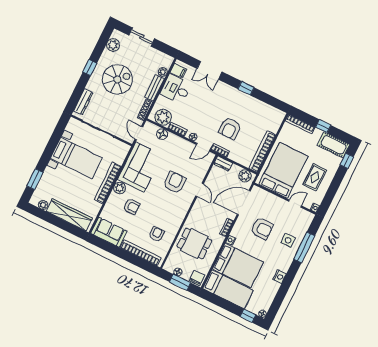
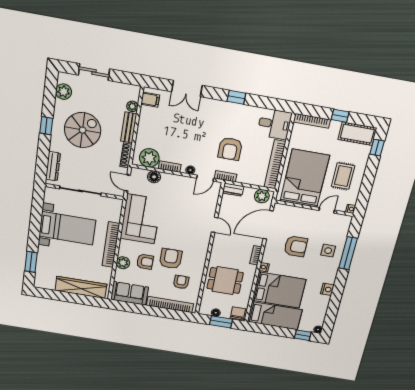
desk: (176, 89) -> (274, 124), moved, turned 180
armchair: (175, 182) -> (171, 259), moved
plant: (120, 188) -> (123, 263), moved
plant: (43, 205) -> (50, 285), removed

